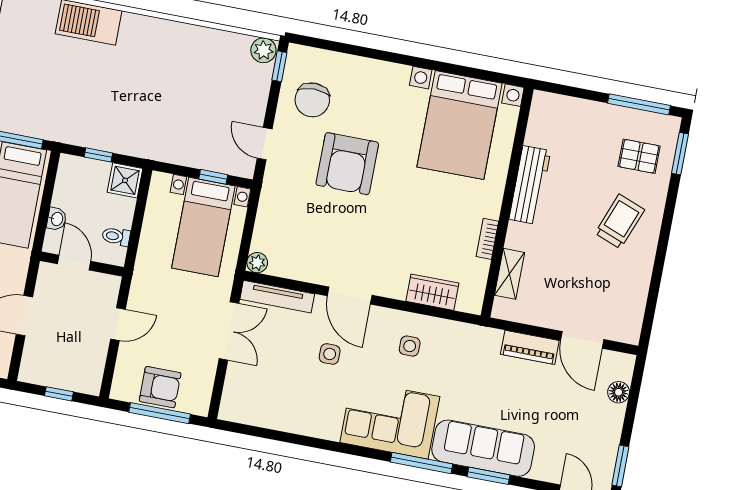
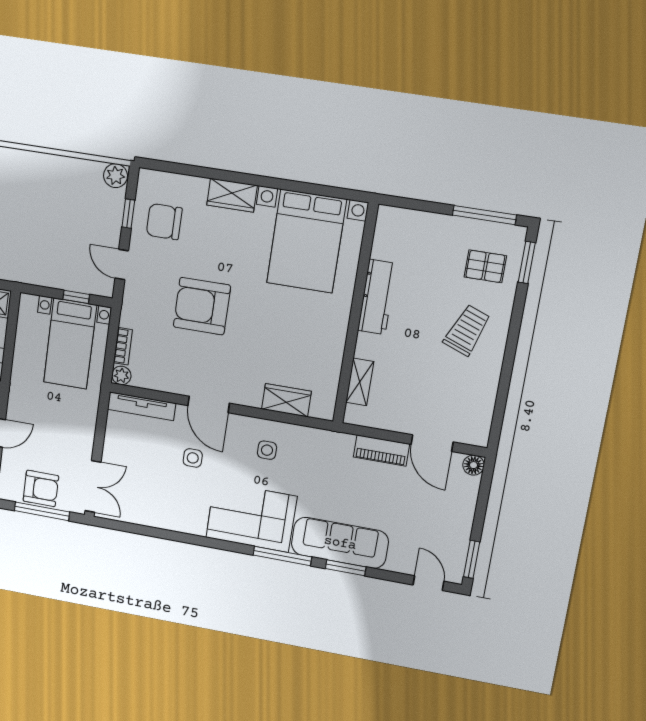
window: (279, 66) -> (128, 214), moved
wardrobe: (385, 75) -> (232, 195), added
chair: (312, 100) -> (164, 222), turned 90
armchair: (347, 164) -> (202, 306), moved, turned 90
bookcase: (487, 239) -> (123, 346), moved, turned 180
double door: (229, 331) -> (93, 486), moved
floor lamp: (619, 392) -> (474, 465), moved

